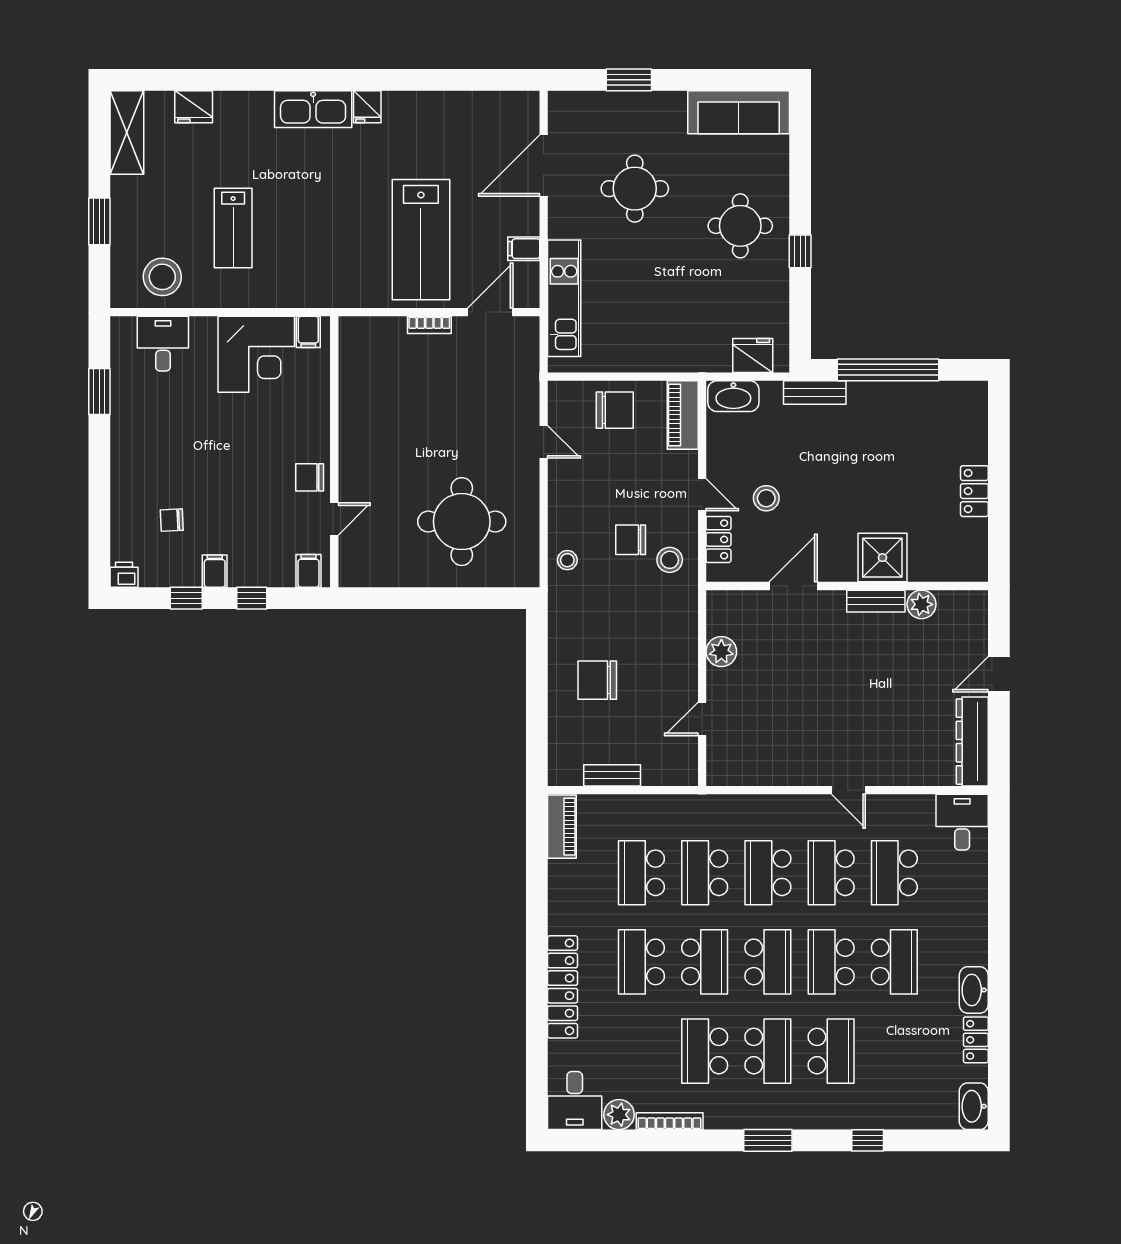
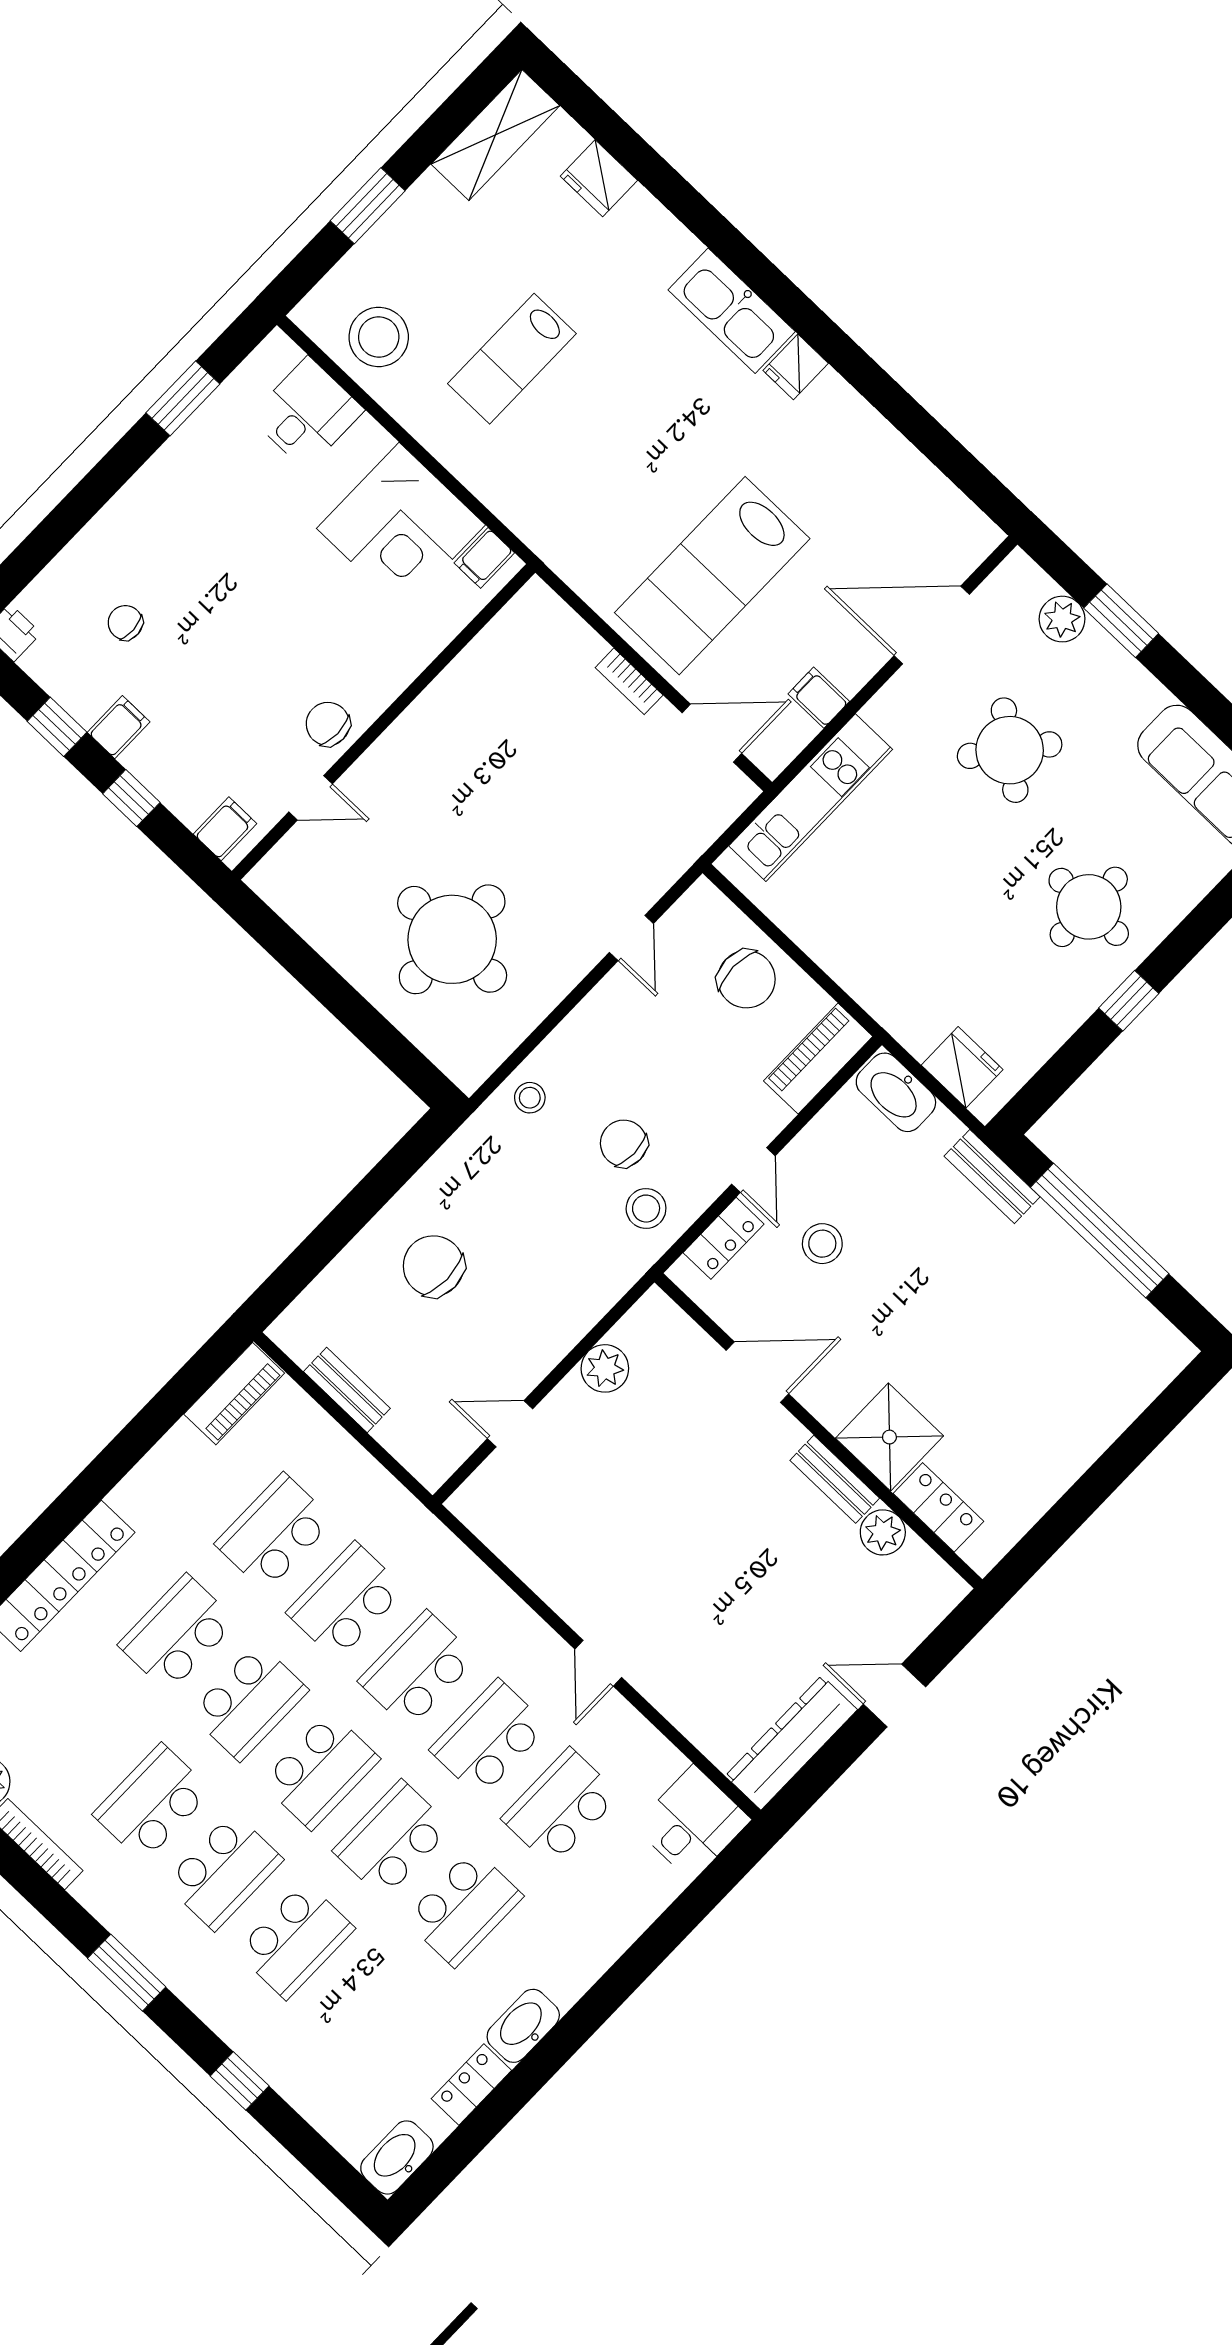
plant: (601, 105) -> (1062, 619), added
round table: (635, 189) -> (1010, 750), turned 38
locker: (974, 491) -> (938, 1507), moved, turned 90

